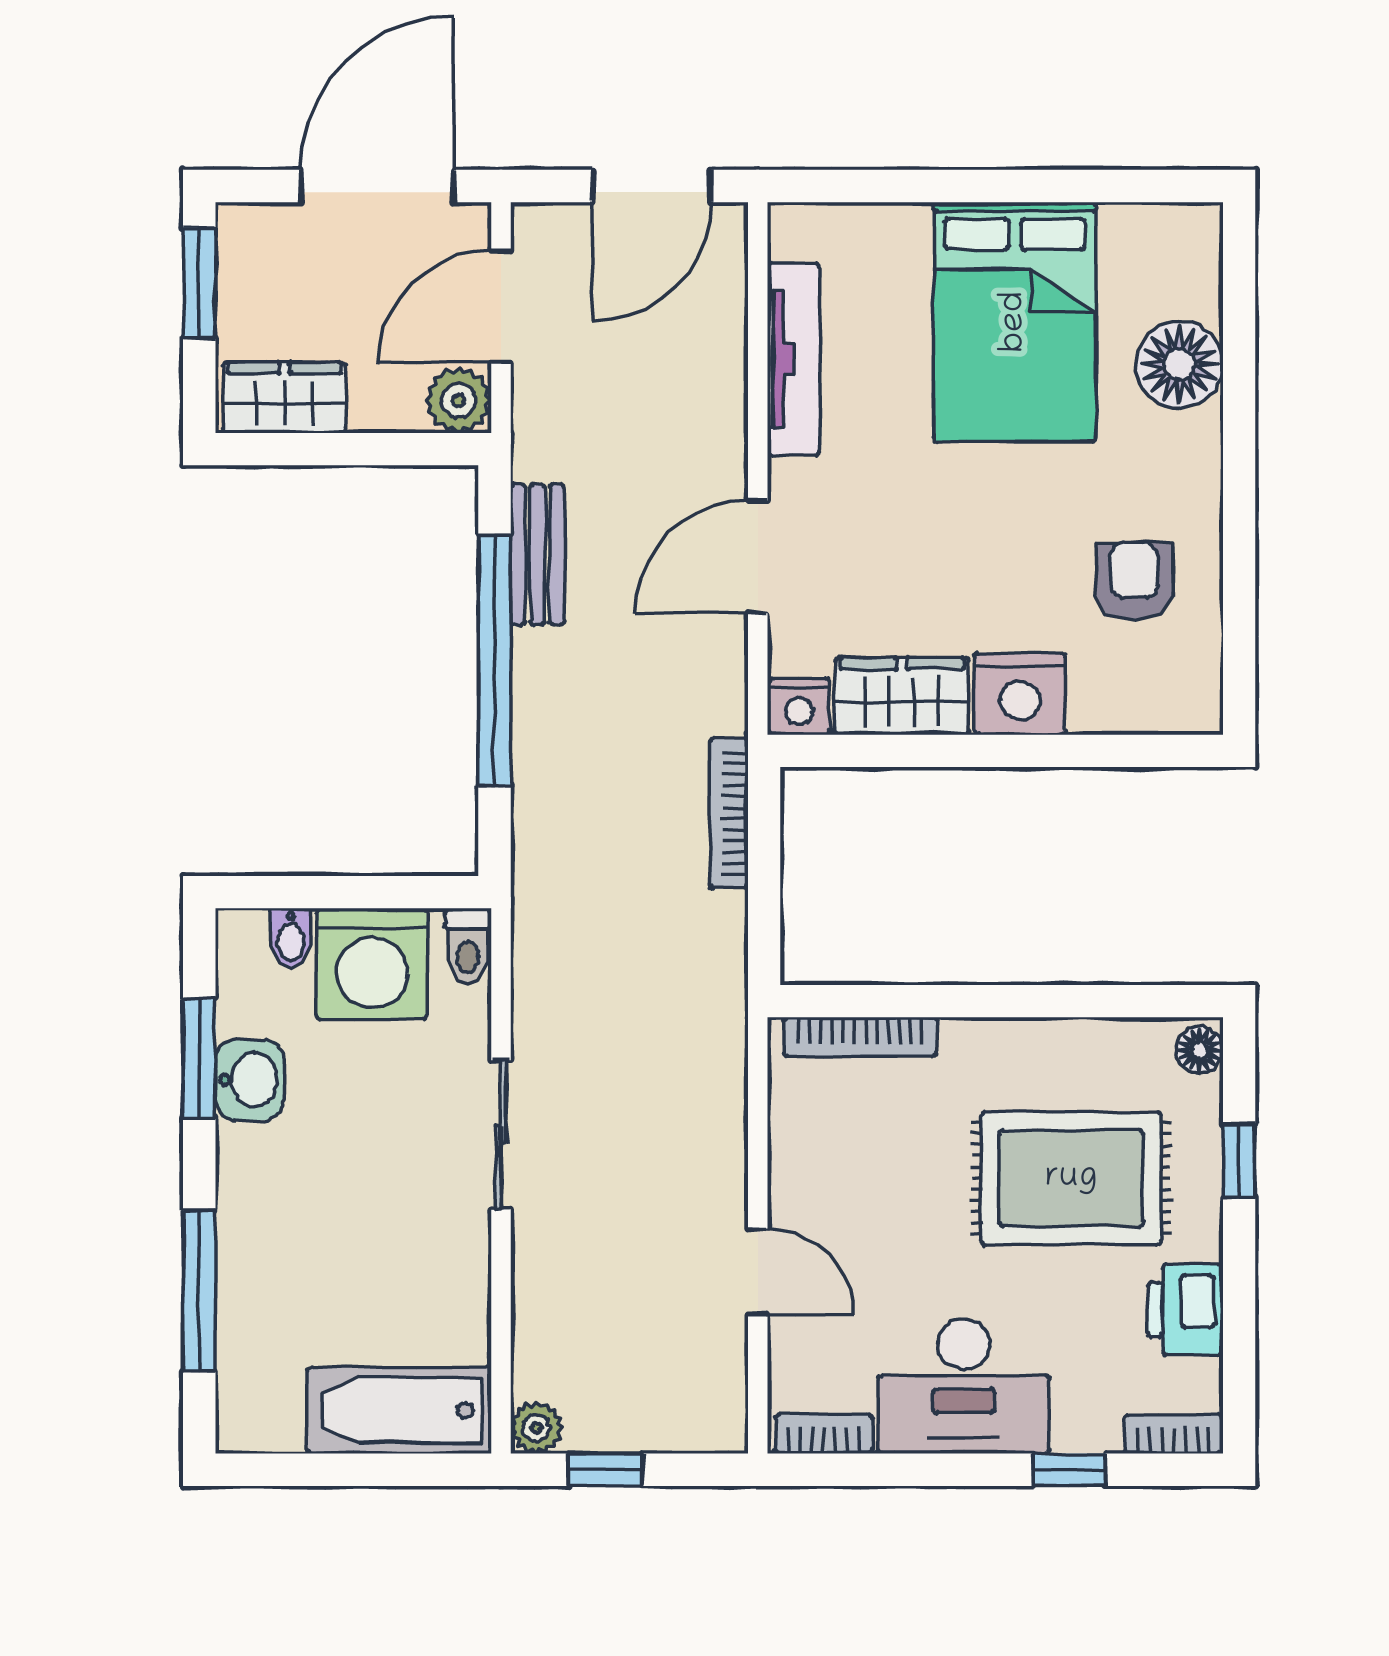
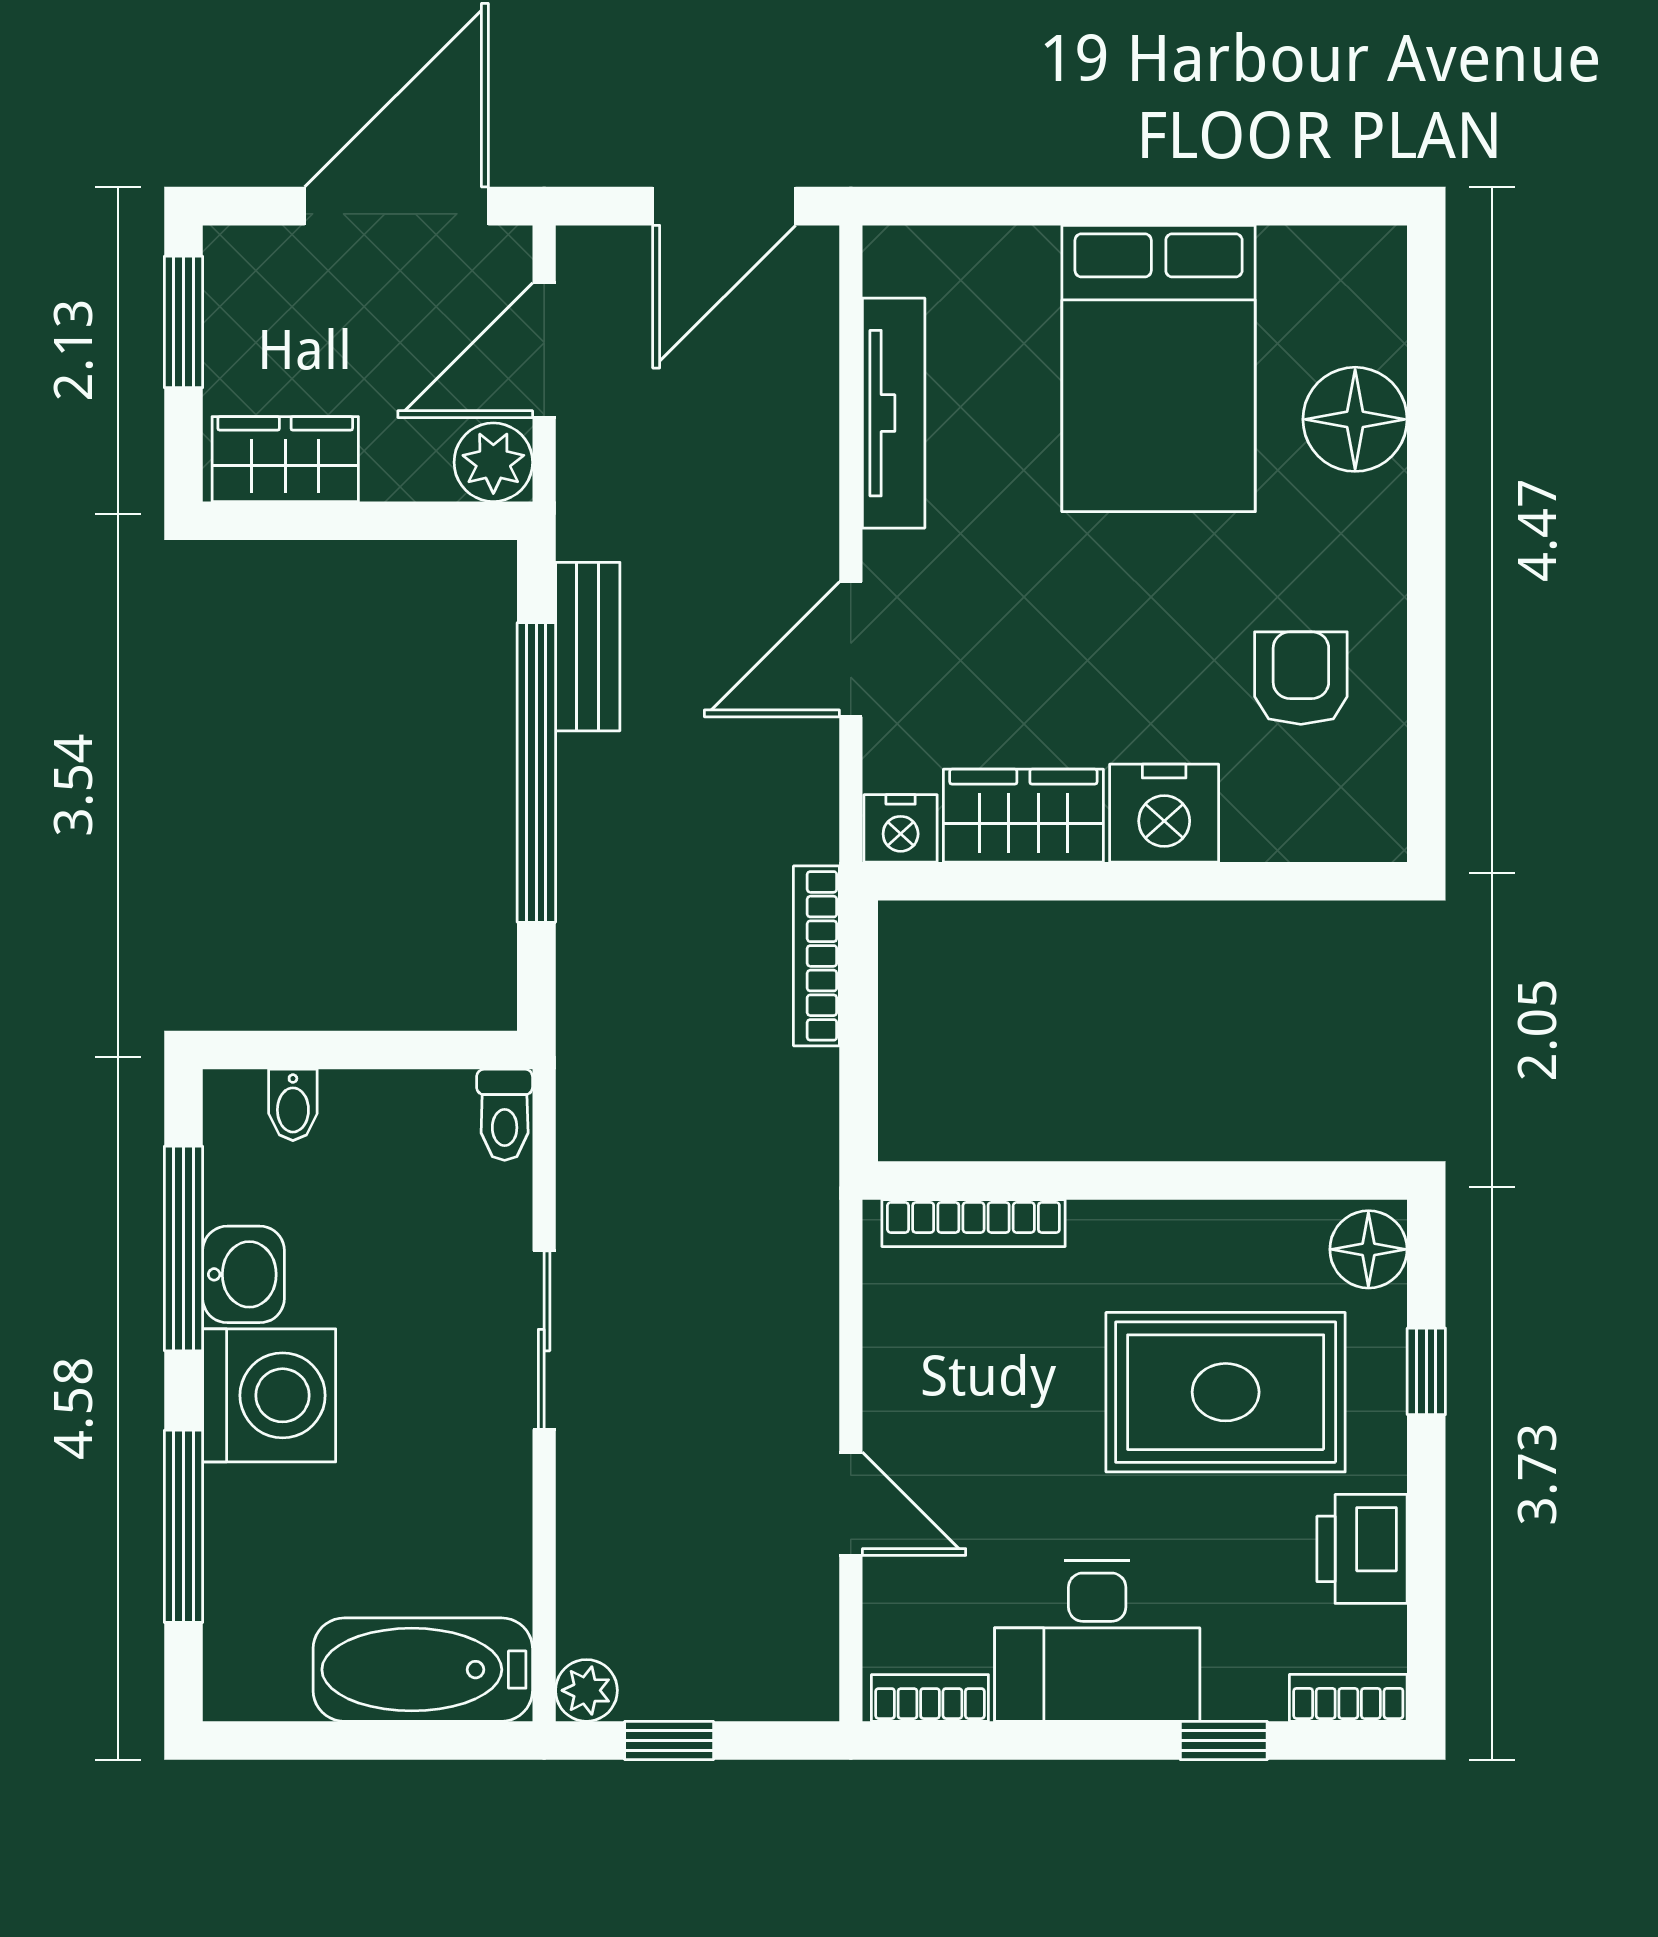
washing machine: (372, 964) -> (269, 1395), moved, turned -90
floor lamp: (1199, 1050) -> (1368, 1249), width x1.37, depth x1.37
window: (199, 1058) -> (183, 1248), width x1.44

